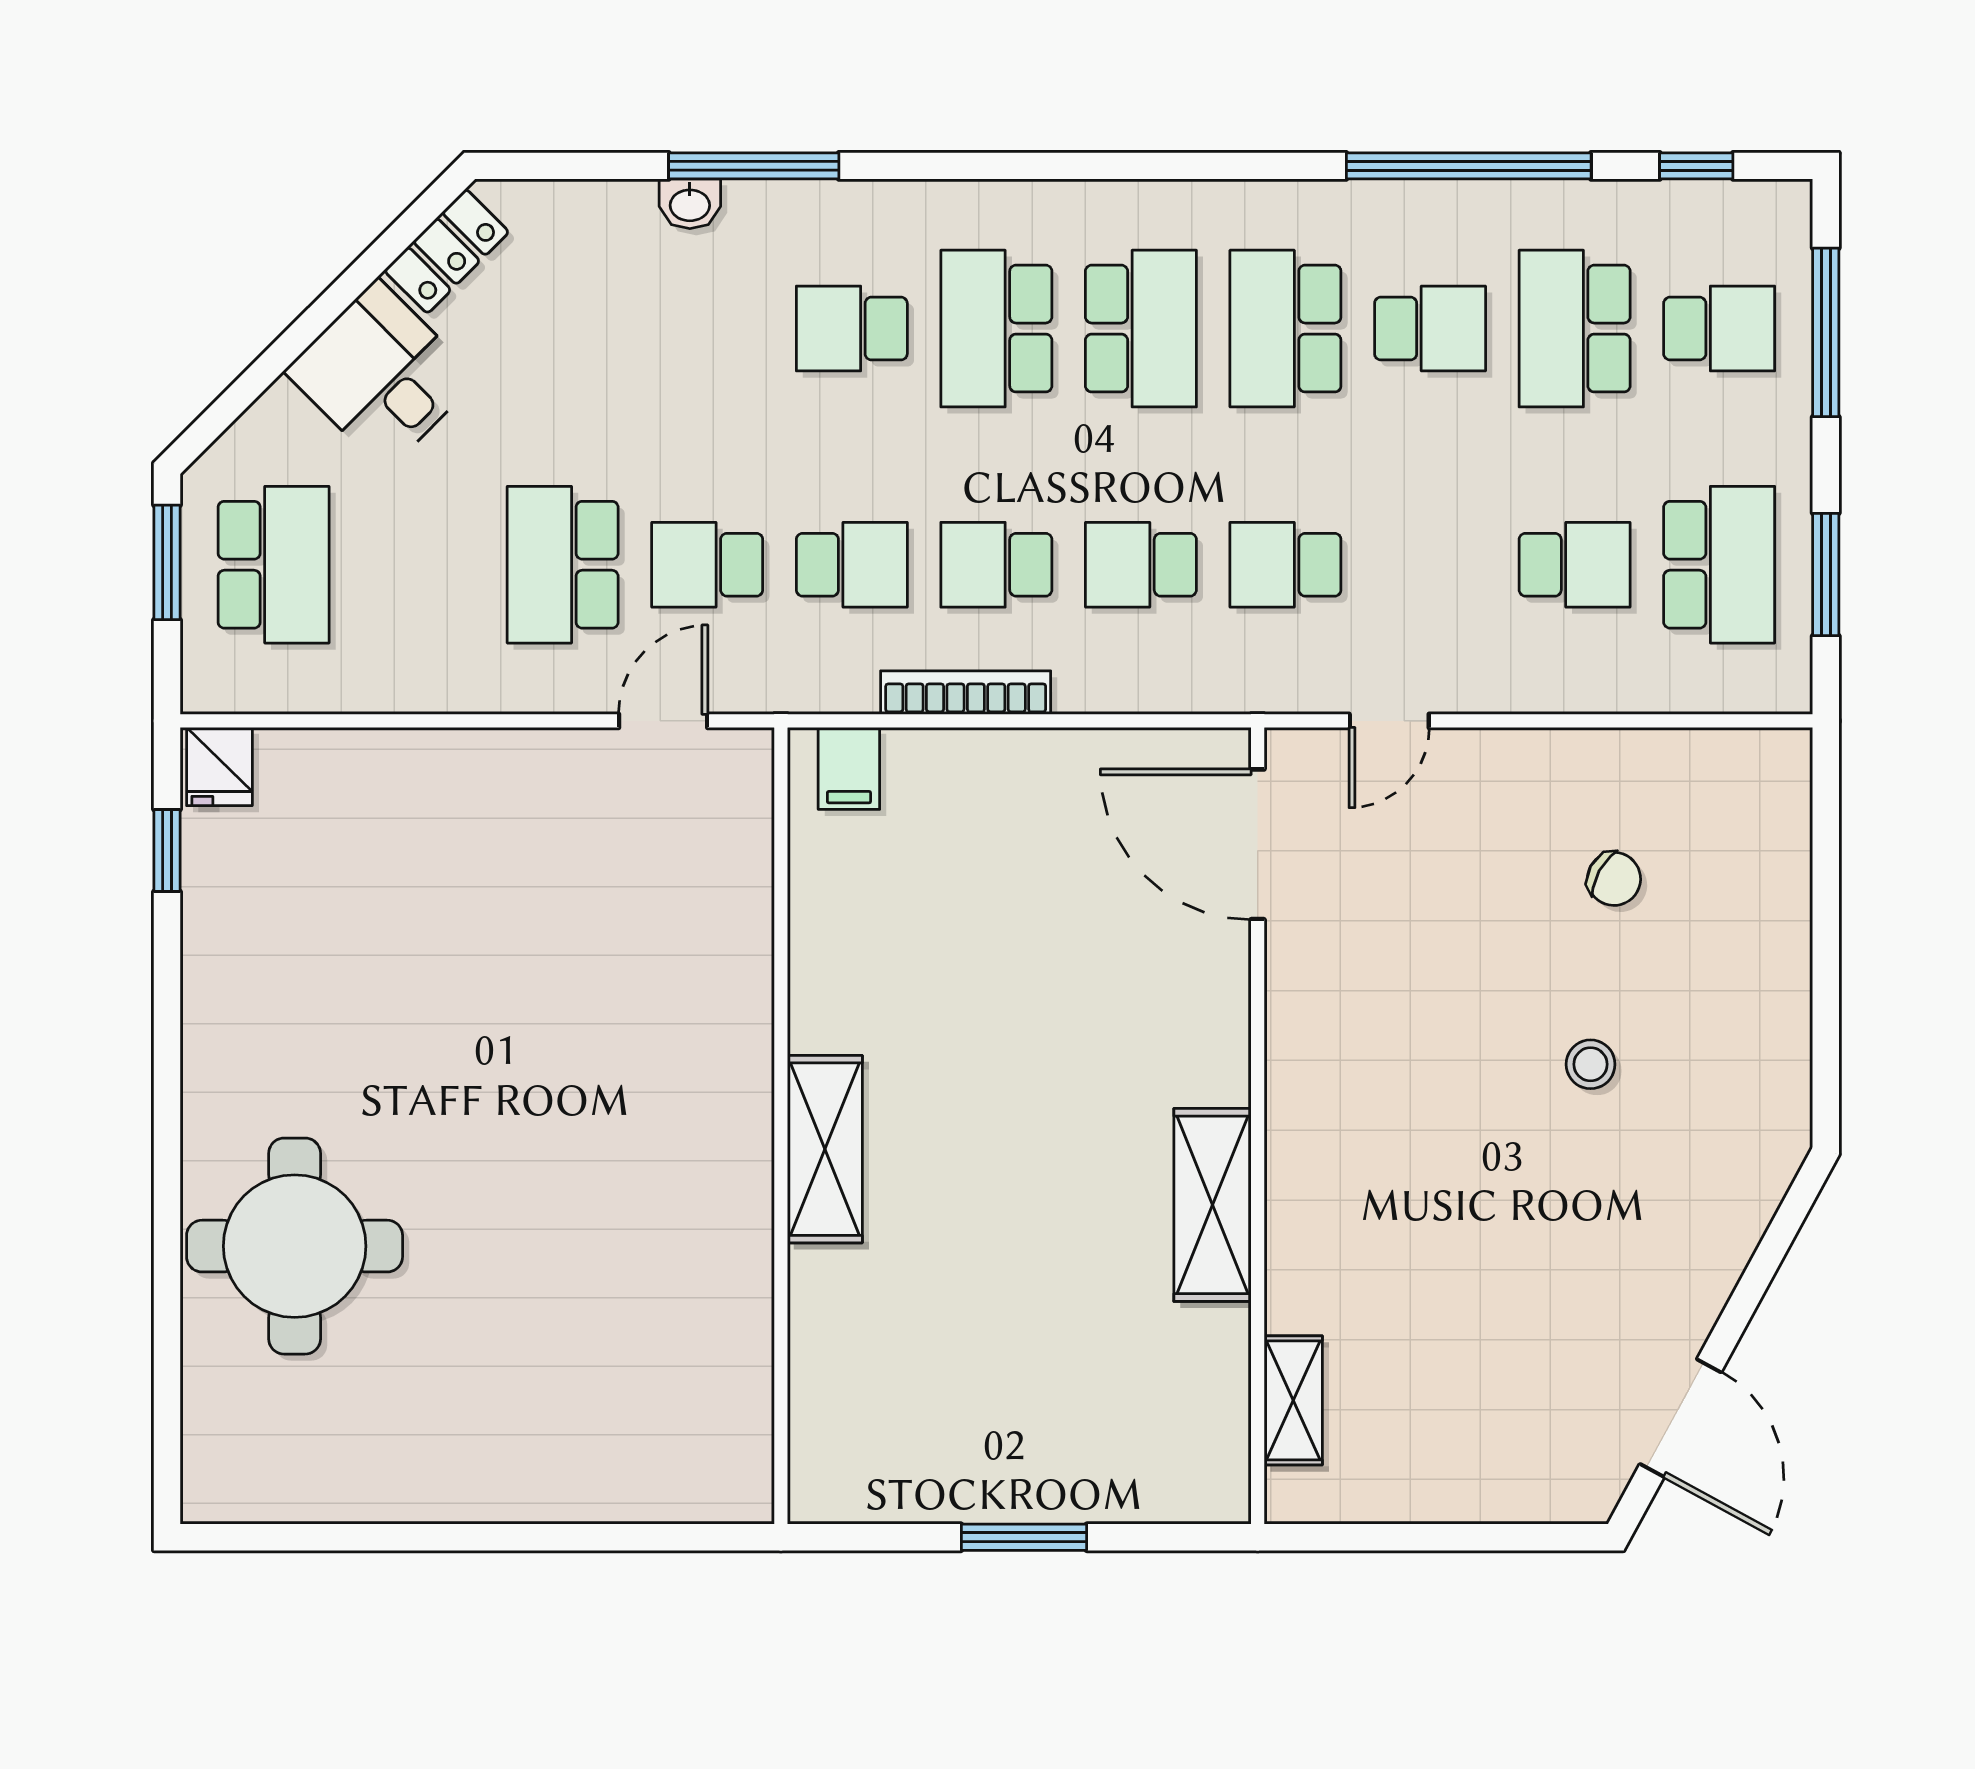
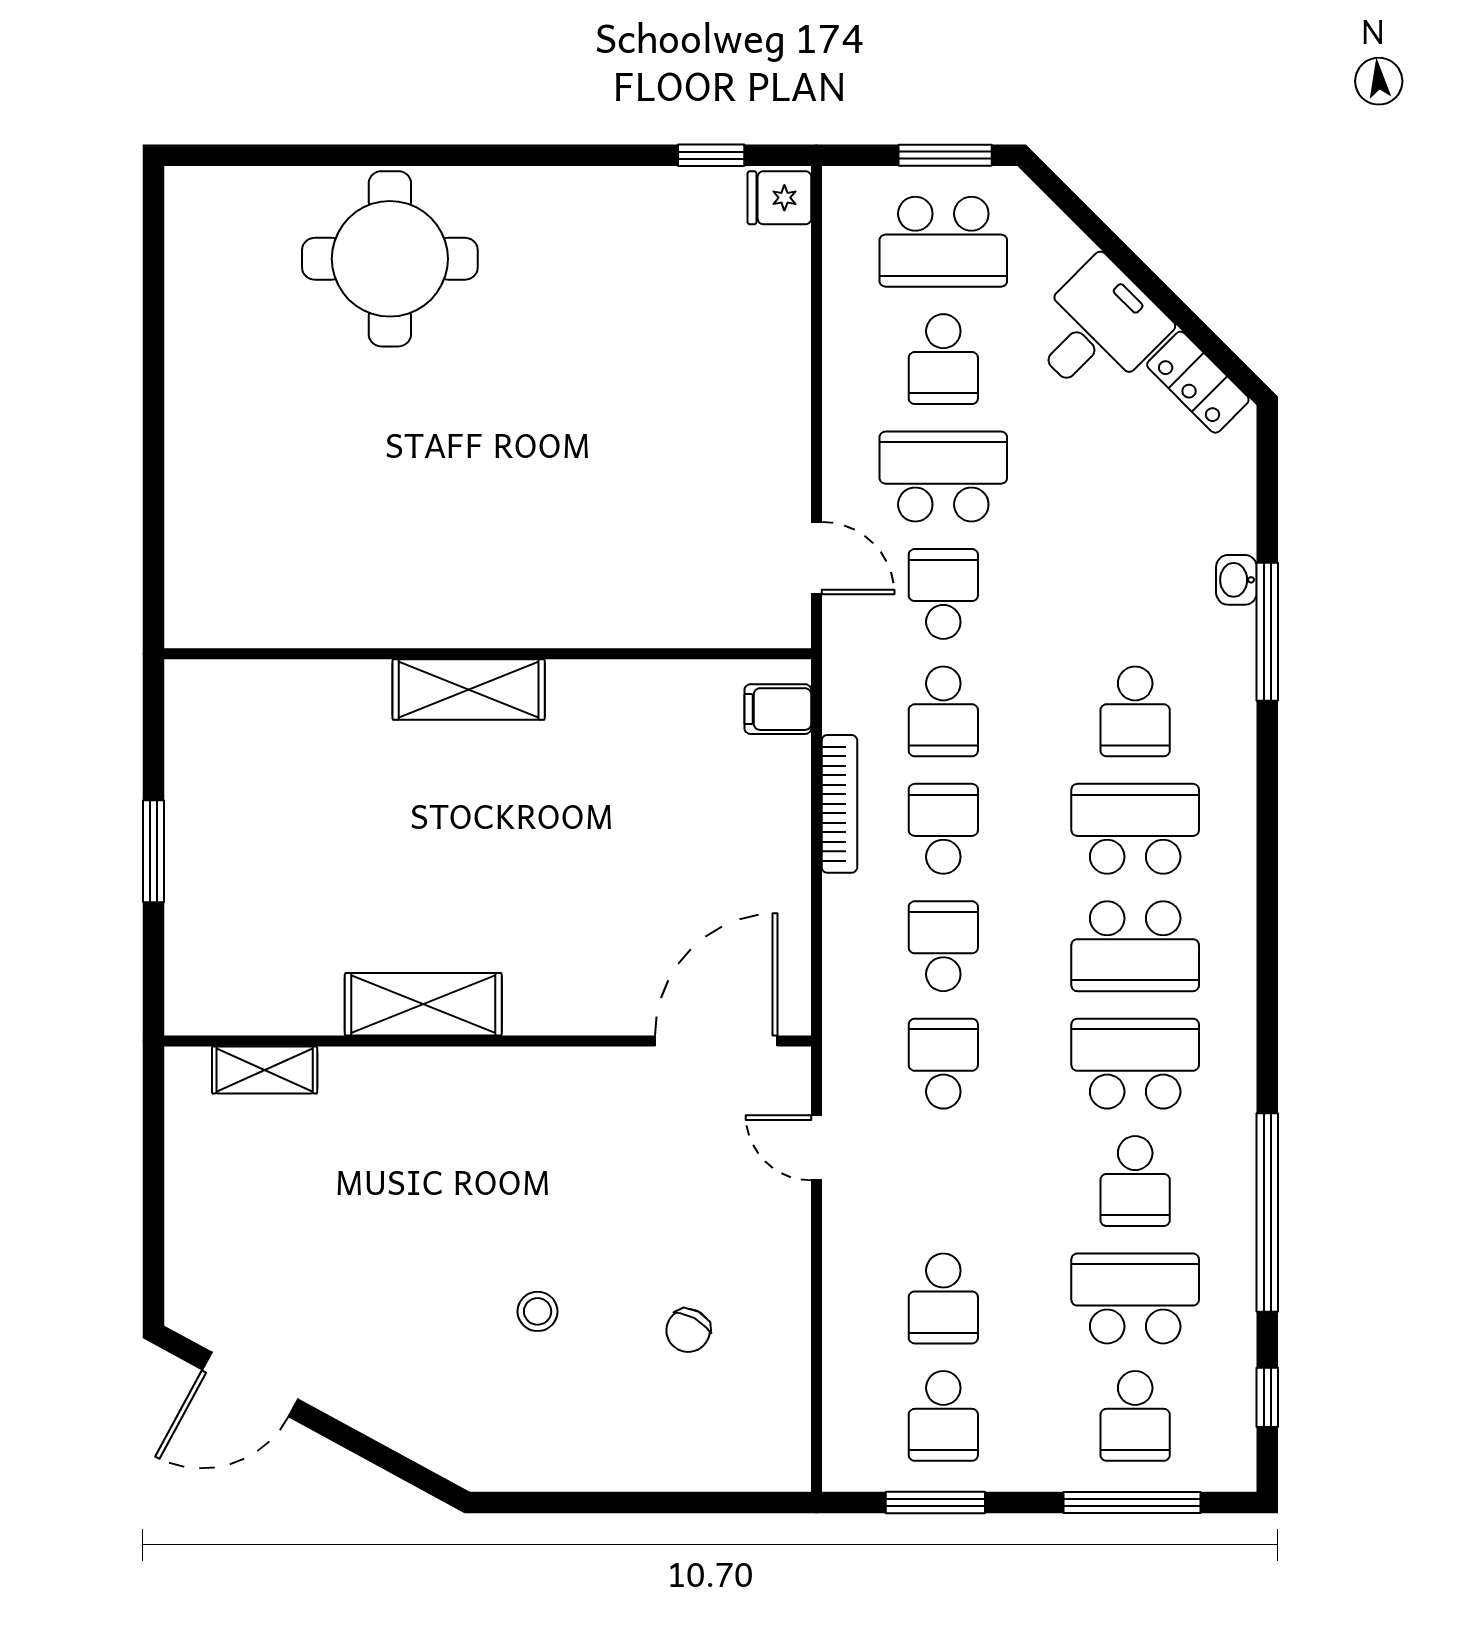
school desk: (852, 329) -> (1135, 711), turned 180
school desk: (418, 565) -> (943, 359), added
school desk: (1719, 565) -> (943, 1416), width x0.54

